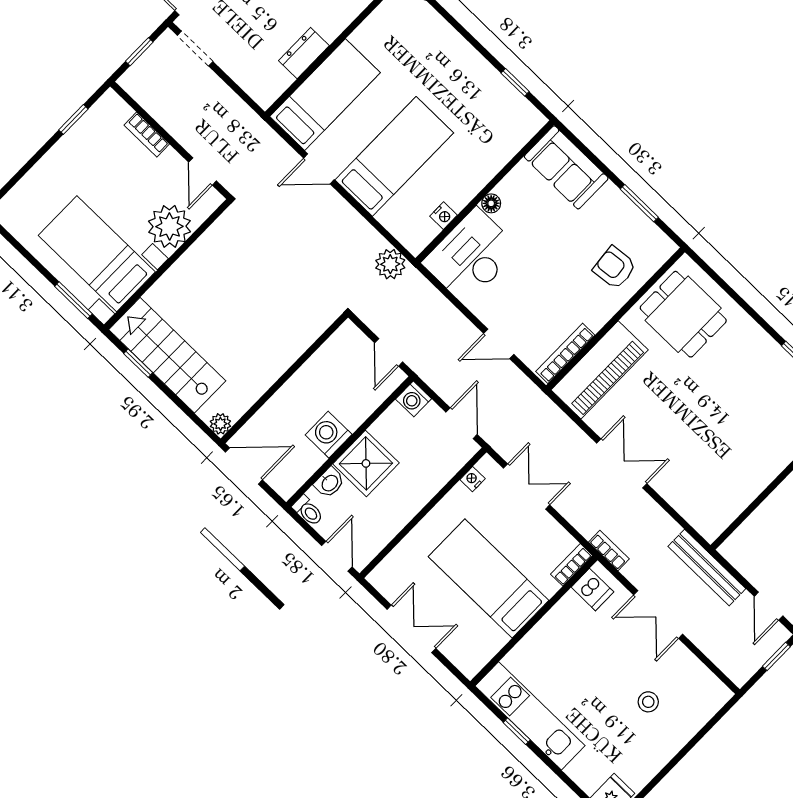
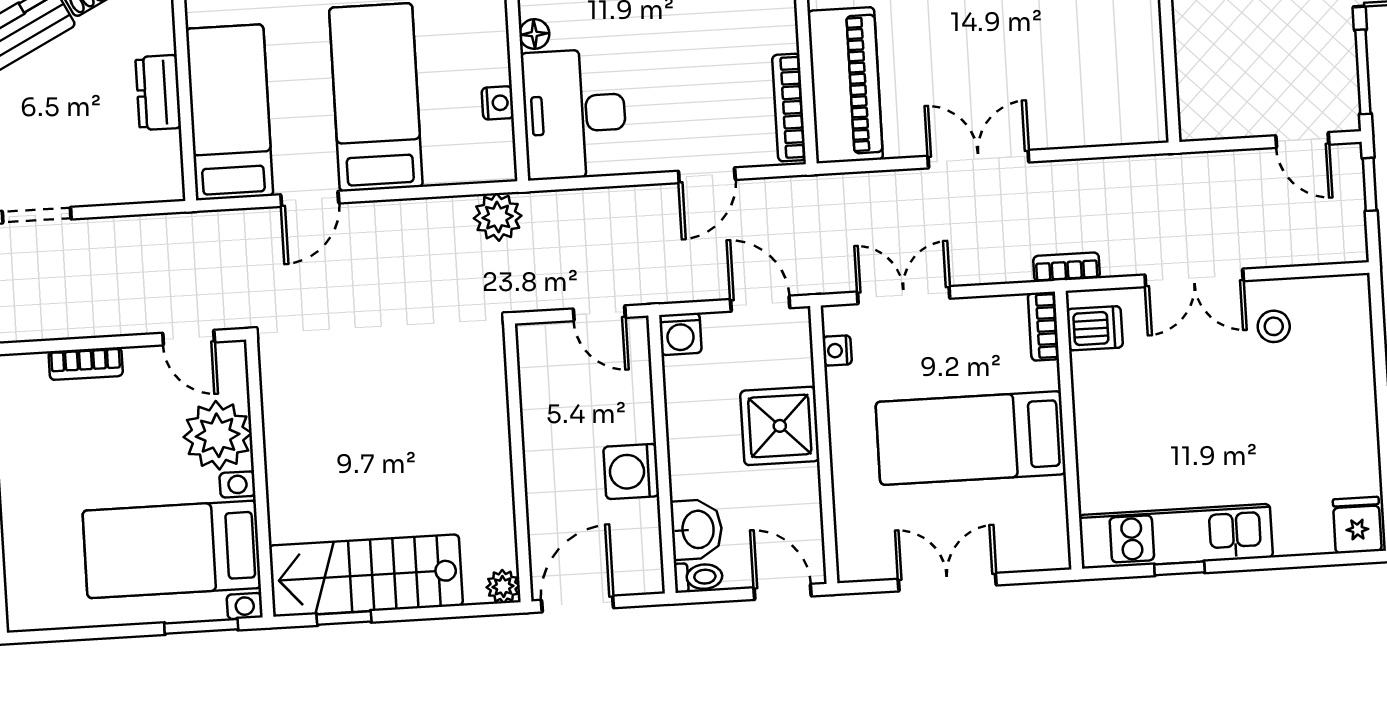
shower: (366, 463) -> (780, 426), moved
washbasin: (329, 483) -> (697, 530), width x1.38, depth x1.45
bench: (707, 568) -> (1191, 171), removed
stool: (648, 702) -> (1274, 326), moved

